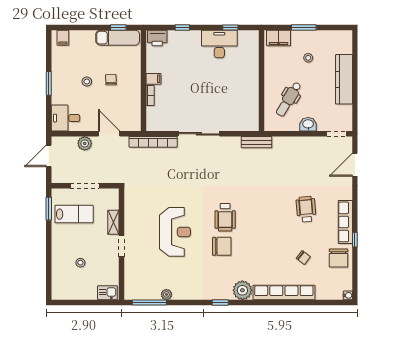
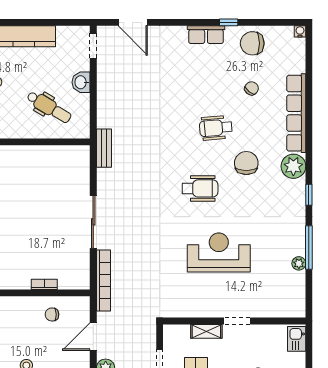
filing cabinet: (153, 79) -> (23, 280), removed
chair: (111, 80) -> (52, 314), moved
wheelchair: (306, 209) -> (216, 128), moved
row of seats: (345, 222) -> (206, 35), width x0.68
chair: (222, 246) -> (246, 163), moved
chair: (339, 258) -> (252, 43), turned 180
window: (149, 302) -> (309, 248), moved

